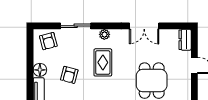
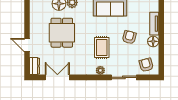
double door: (144, 26) -> (57, 77), moved

